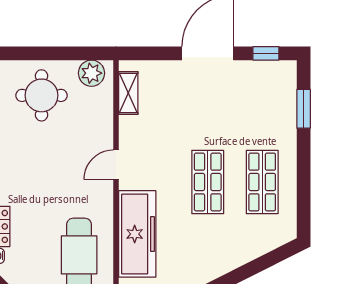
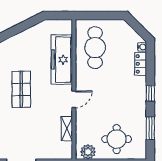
shelving: (128, 93) -> (67, 129), moved

